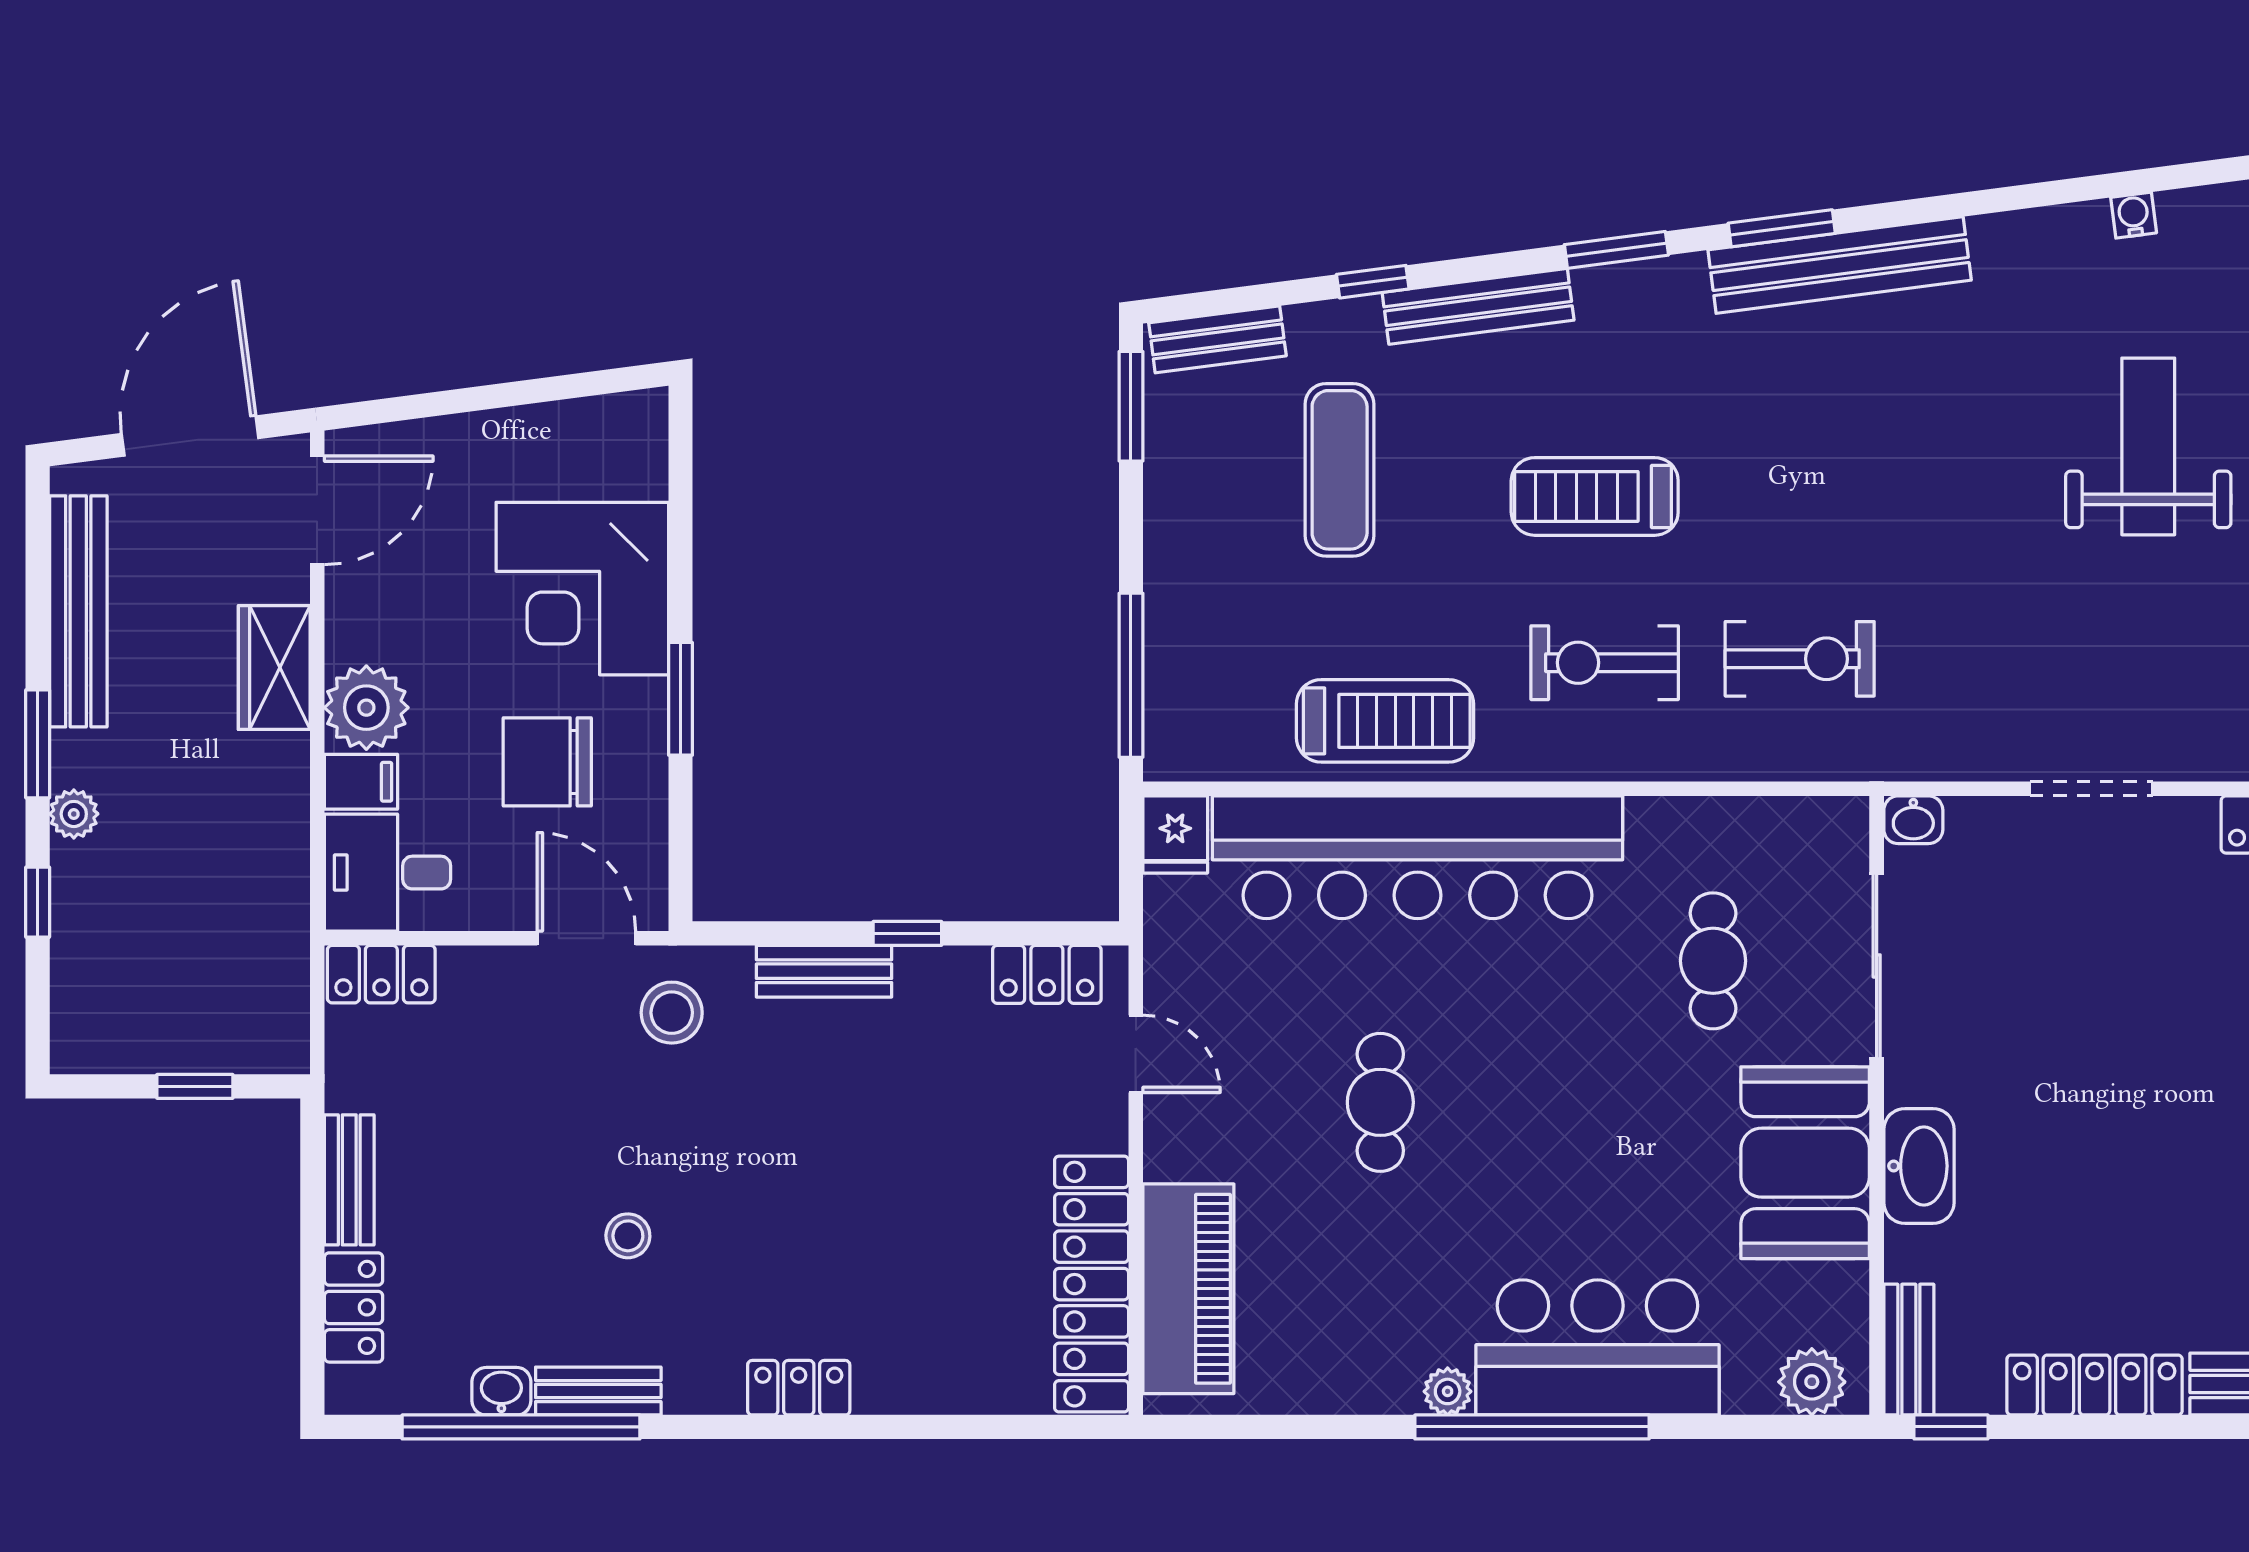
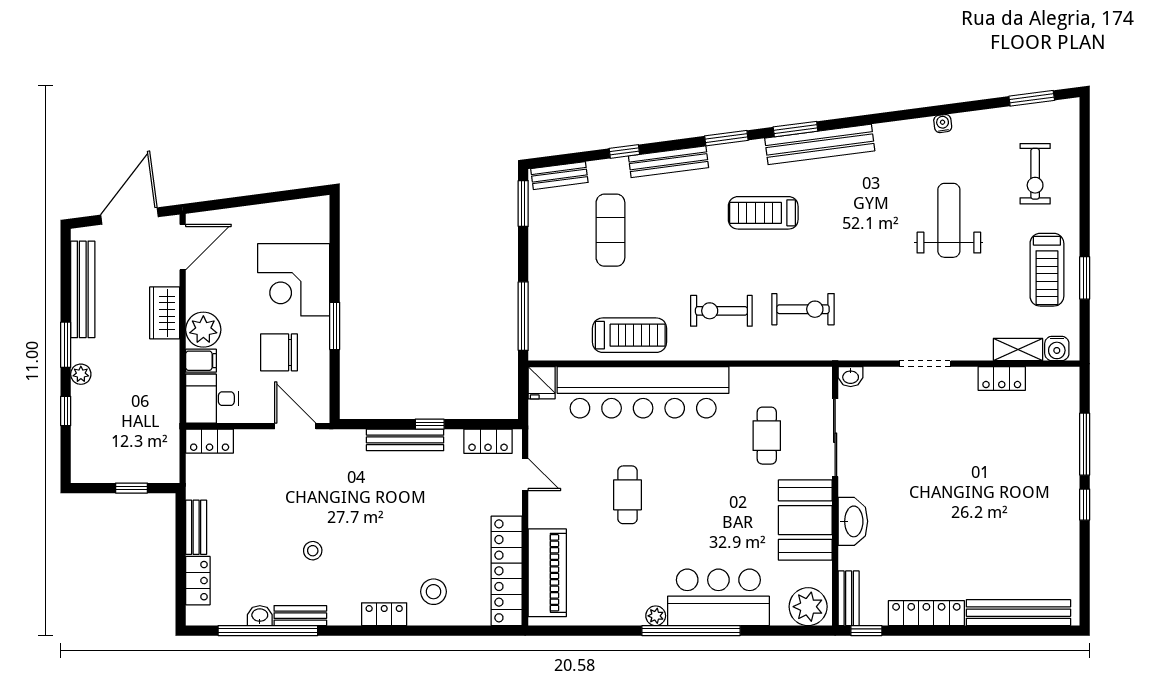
treadmill: (1595, 496) -> (763, 213), moved
bench: (824, 971) -> (405, 440), width x1.36
stool: (672, 1013) -> (434, 592), moved
plant: (1812, 1382) -> (808, 607), width x1.36, depth x1.36

